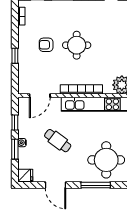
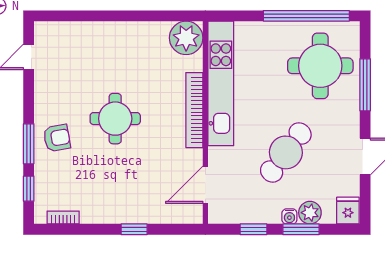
armchair: (46, 45) -> (57, 138), moved, turned -100
door: (40, 96) -> (205, 185), swing flipped
cafe table: (58, 141) -> (286, 152), width x1.37, depth x1.35
plant: (24, 154) -> (310, 213), added

